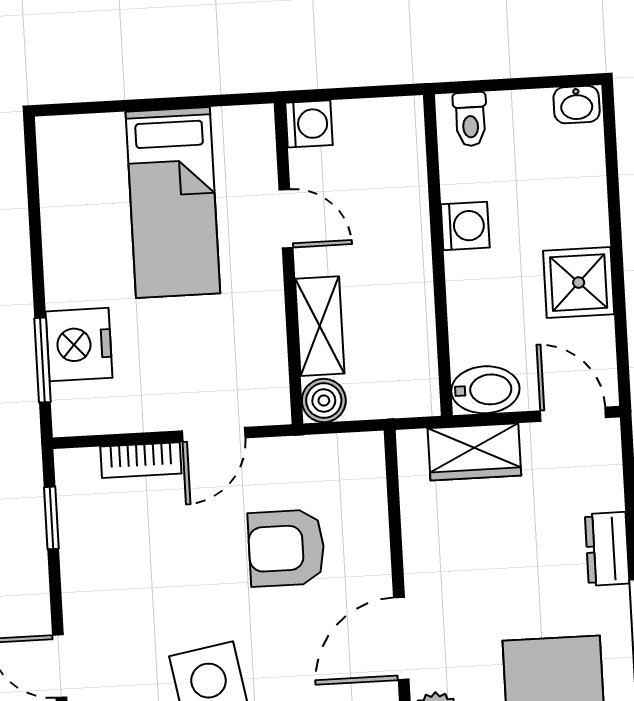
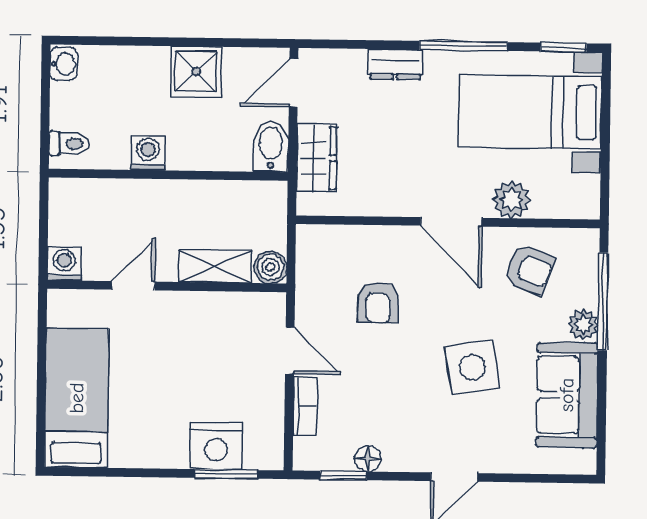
bed: (173, 202) -> (77, 398), moved, turned -90
armchair: (286, 548) -> (378, 303), width x0.72, depth x0.72
floor lamp: (76, 549) -> (368, 458), added

